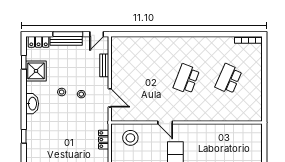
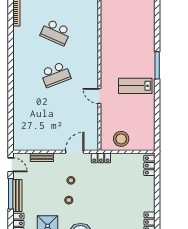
school desk: (186, 79) -> (56, 75), turned -42
door: (165, 122) -> (99, 96), swing flipped
stool: (130, 138) -> (121, 139), moved
locker: (104, 140) -> (101, 158), moved

